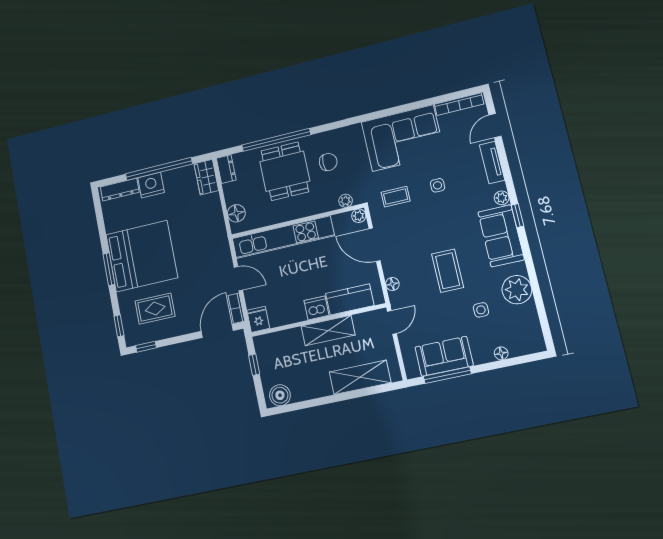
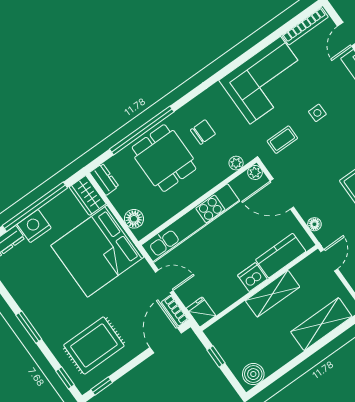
bed: (142, 256) -> (97, 251), moved, turned 180
rug: (155, 309) -> (94, 345), width x1.36, depth x1.43

